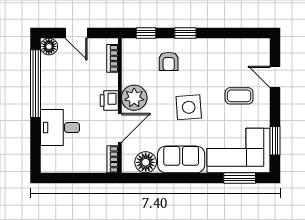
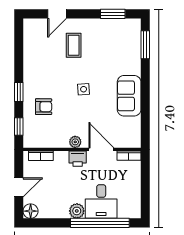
window: (35, 84) -> (100, 223), moved
plant: (134, 98) -> (75, 142), width x0.53, depth x0.53
plant: (49, 99) -> (77, 211), added
side table: (189, 107) -> (84, 89), width x0.54, depth x0.54
corner sofa: (239, 151) -> (121, 46), removed
floor lamp: (146, 162) -> (132, 127), removed

